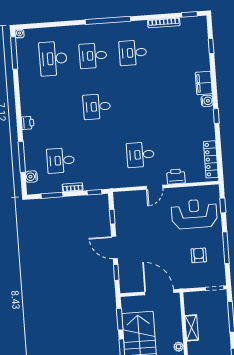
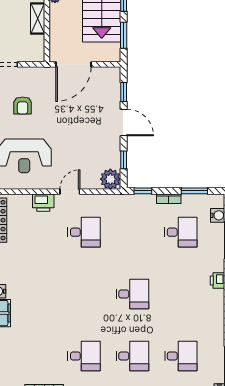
desk: (53, 59) -> (181, 356), width x0.73
plant: (122, 200) -> (110, 179), added
door: (159, 292) -> (74, 64), hinge flipped

